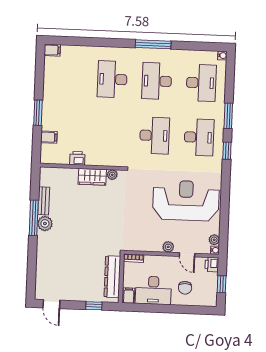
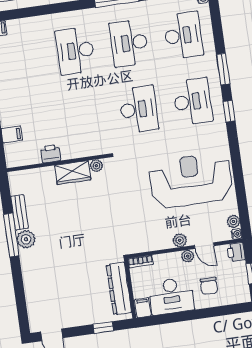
plant: (172, 261) -> (188, 256), added

